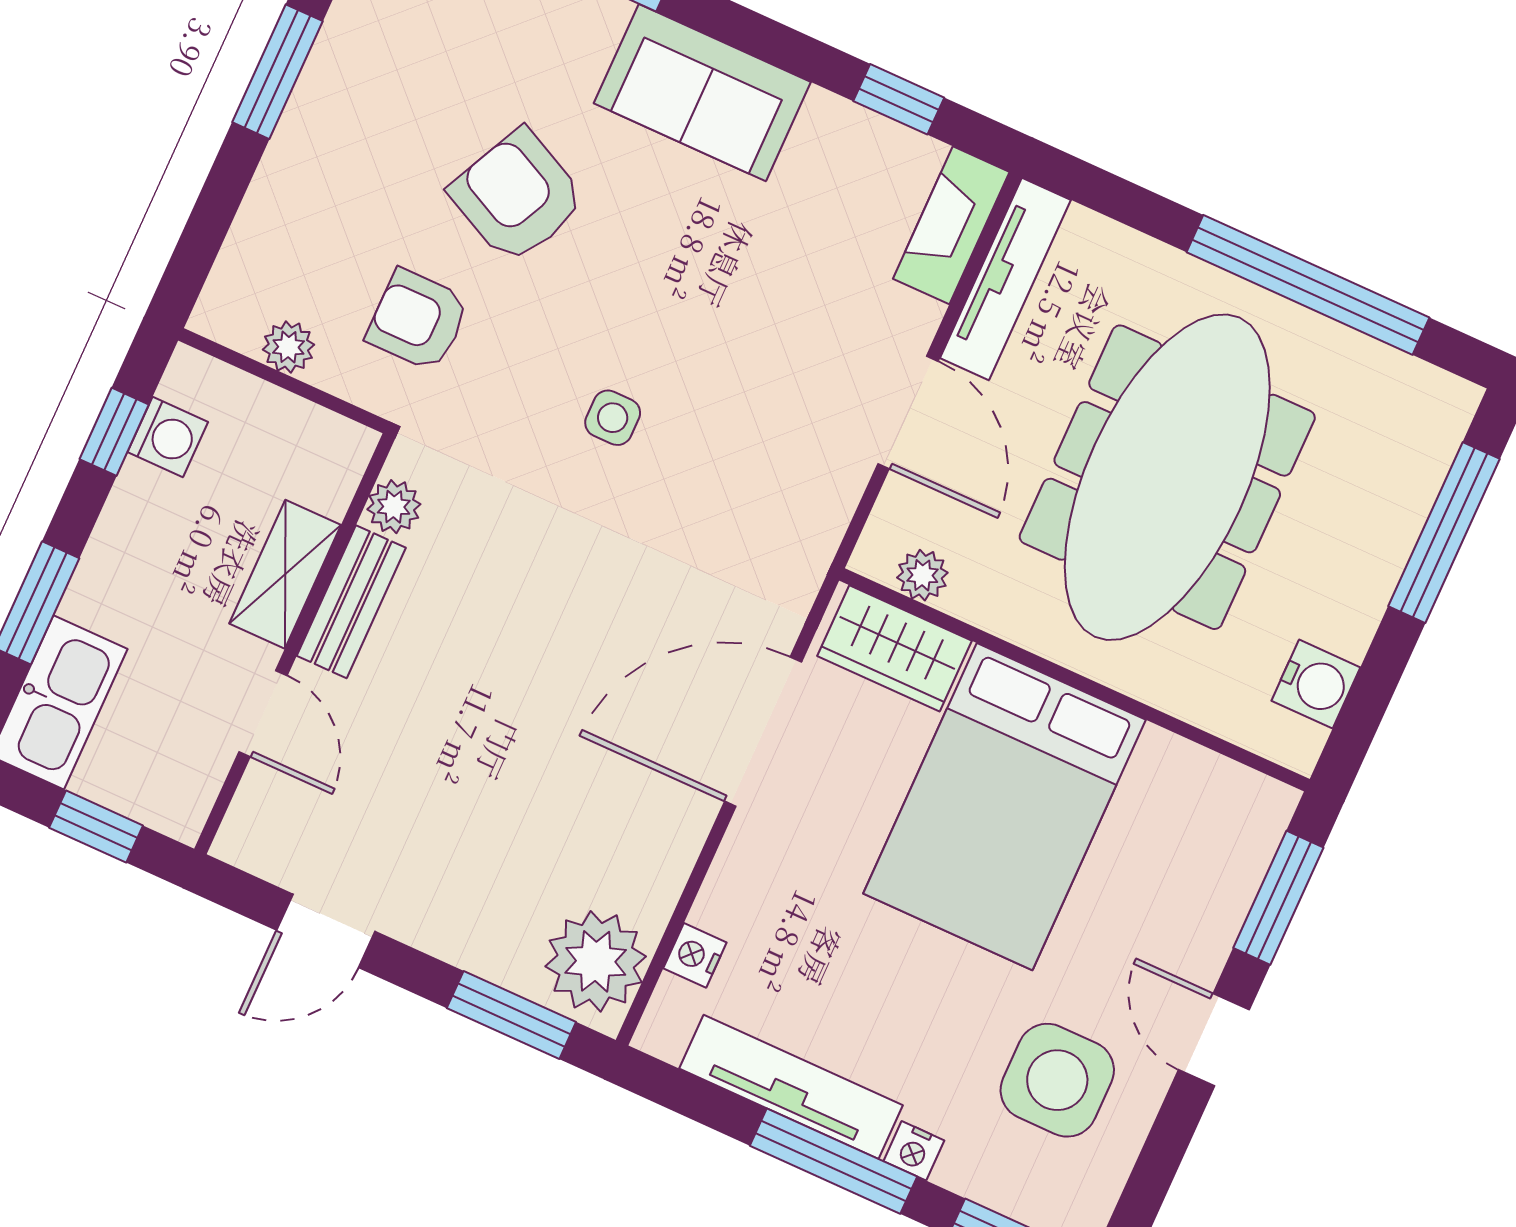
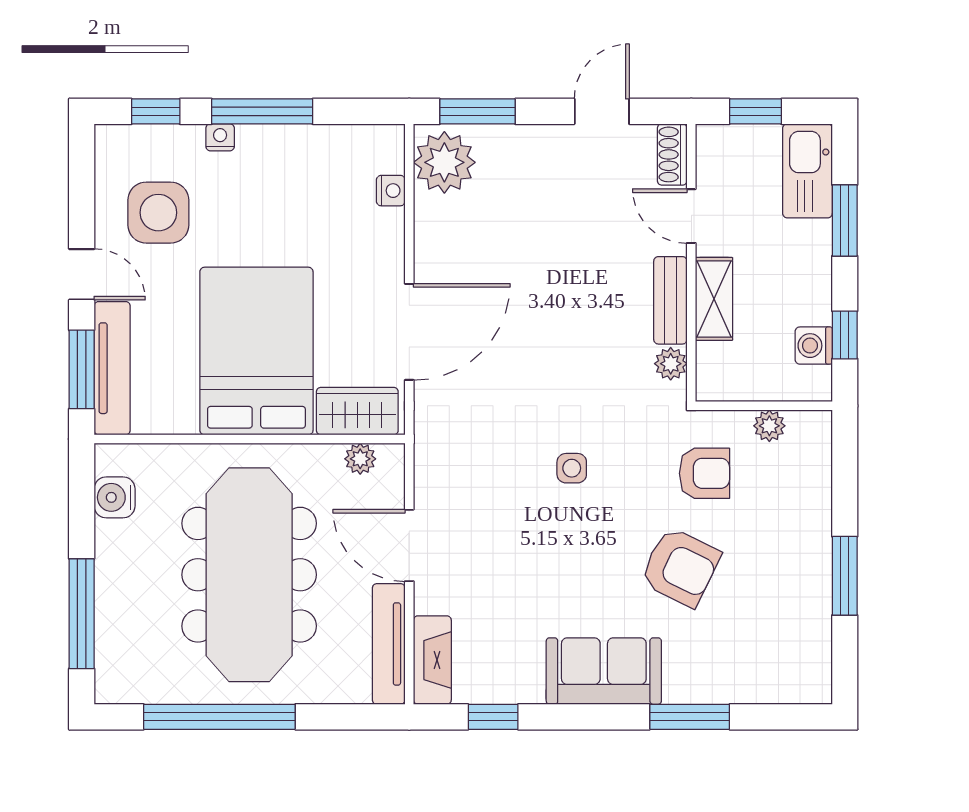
shoe rack: (250, 819) -> (672, 154), added
tv unit: (791, 1087) -> (112, 368), moved, turned -90

